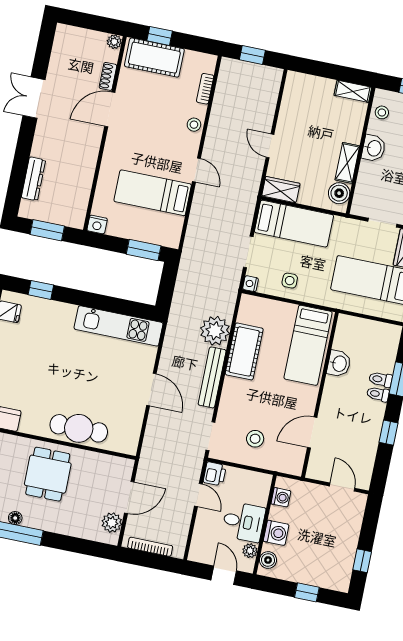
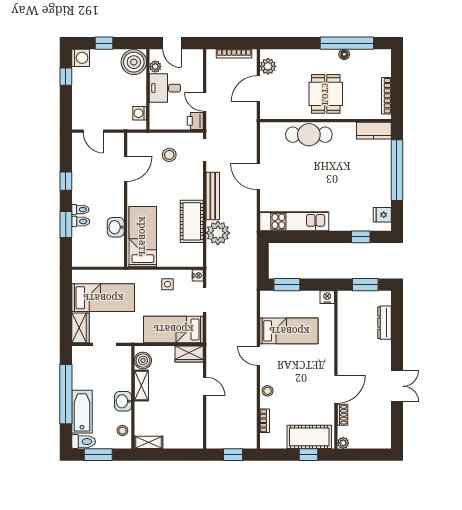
washing machine: (276, 533) -> (81, 58), moved, turned 180
boiler: (268, 560) -> (134, 62), width x1.86, depth x1.86

